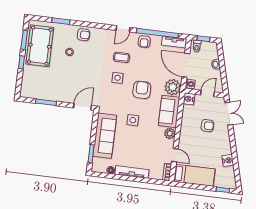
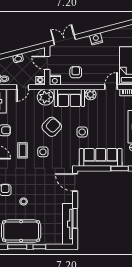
door: (186, 65) -> (23, 87), width x0.53
armchair: (142, 90) -> (52, 127), turned 134
tv unit: (41, 94) -> (68, 224), added
armchair: (207, 126) -> (76, 72), moved
nightstand: (228, 160) -> (96, 39), moved

